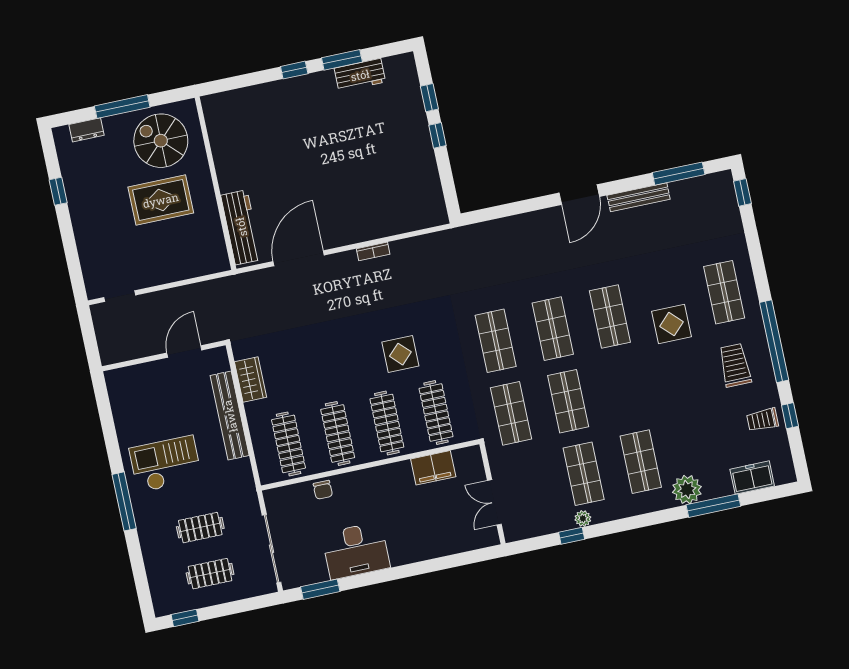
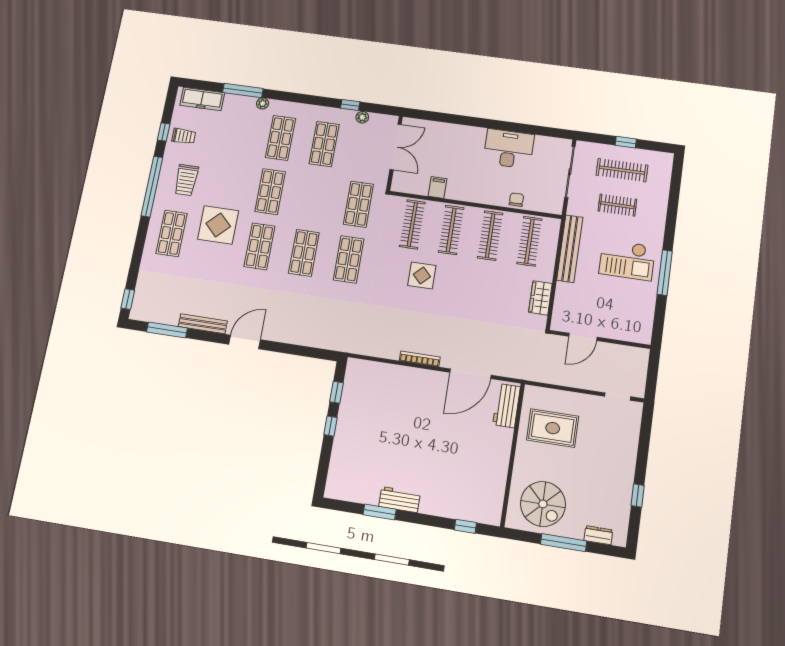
window: (294, 70) -> (465, 526), moved
workbench: (360, 75) -> (399, 500), moved
window: (429, 98) -> (336, 392), moved
rug: (161, 200) -> (553, 428), moved
workbench: (241, 227) -> (506, 406), width x0.73
bookcase: (373, 251) -> (420, 359), width x1.56
display table: (672, 324) -> (218, 225), width x1.36, depth x1.36
shop shelf: (568, 401) -> (270, 192), moved
bench: (230, 416) -> (570, 249), moved
filing cabinet: (433, 468) -> (438, 187), width x0.50
freezer: (752, 478) -> (202, 99), width x1.40
plant: (687, 490) -> (263, 103), width x0.53, depth x0.53
window: (124, 501) -> (665, 273), moved
double door: (494, 502) -> (396, 147), width x1.37
plant: (583, 519) -> (362, 117), moved
clothes rail: (210, 574) -> (622, 170), width x1.36
window: (320, 589) -> (545, 131), removed
window: (185, 618) -> (626, 142), moved

